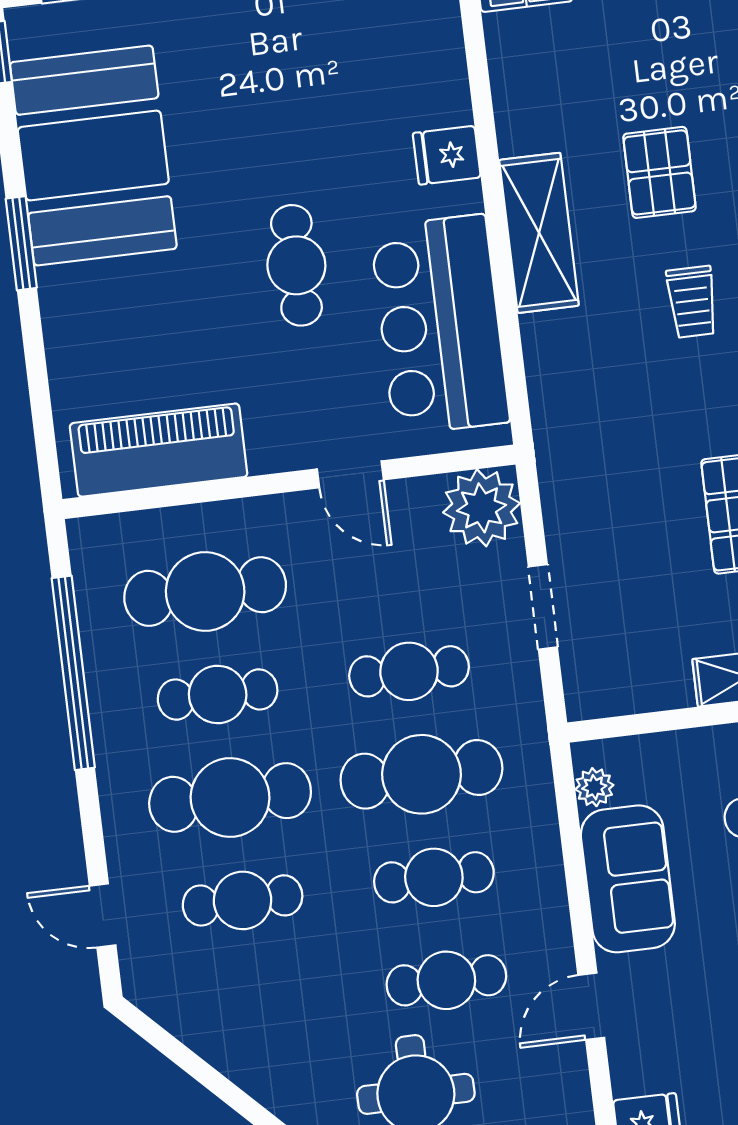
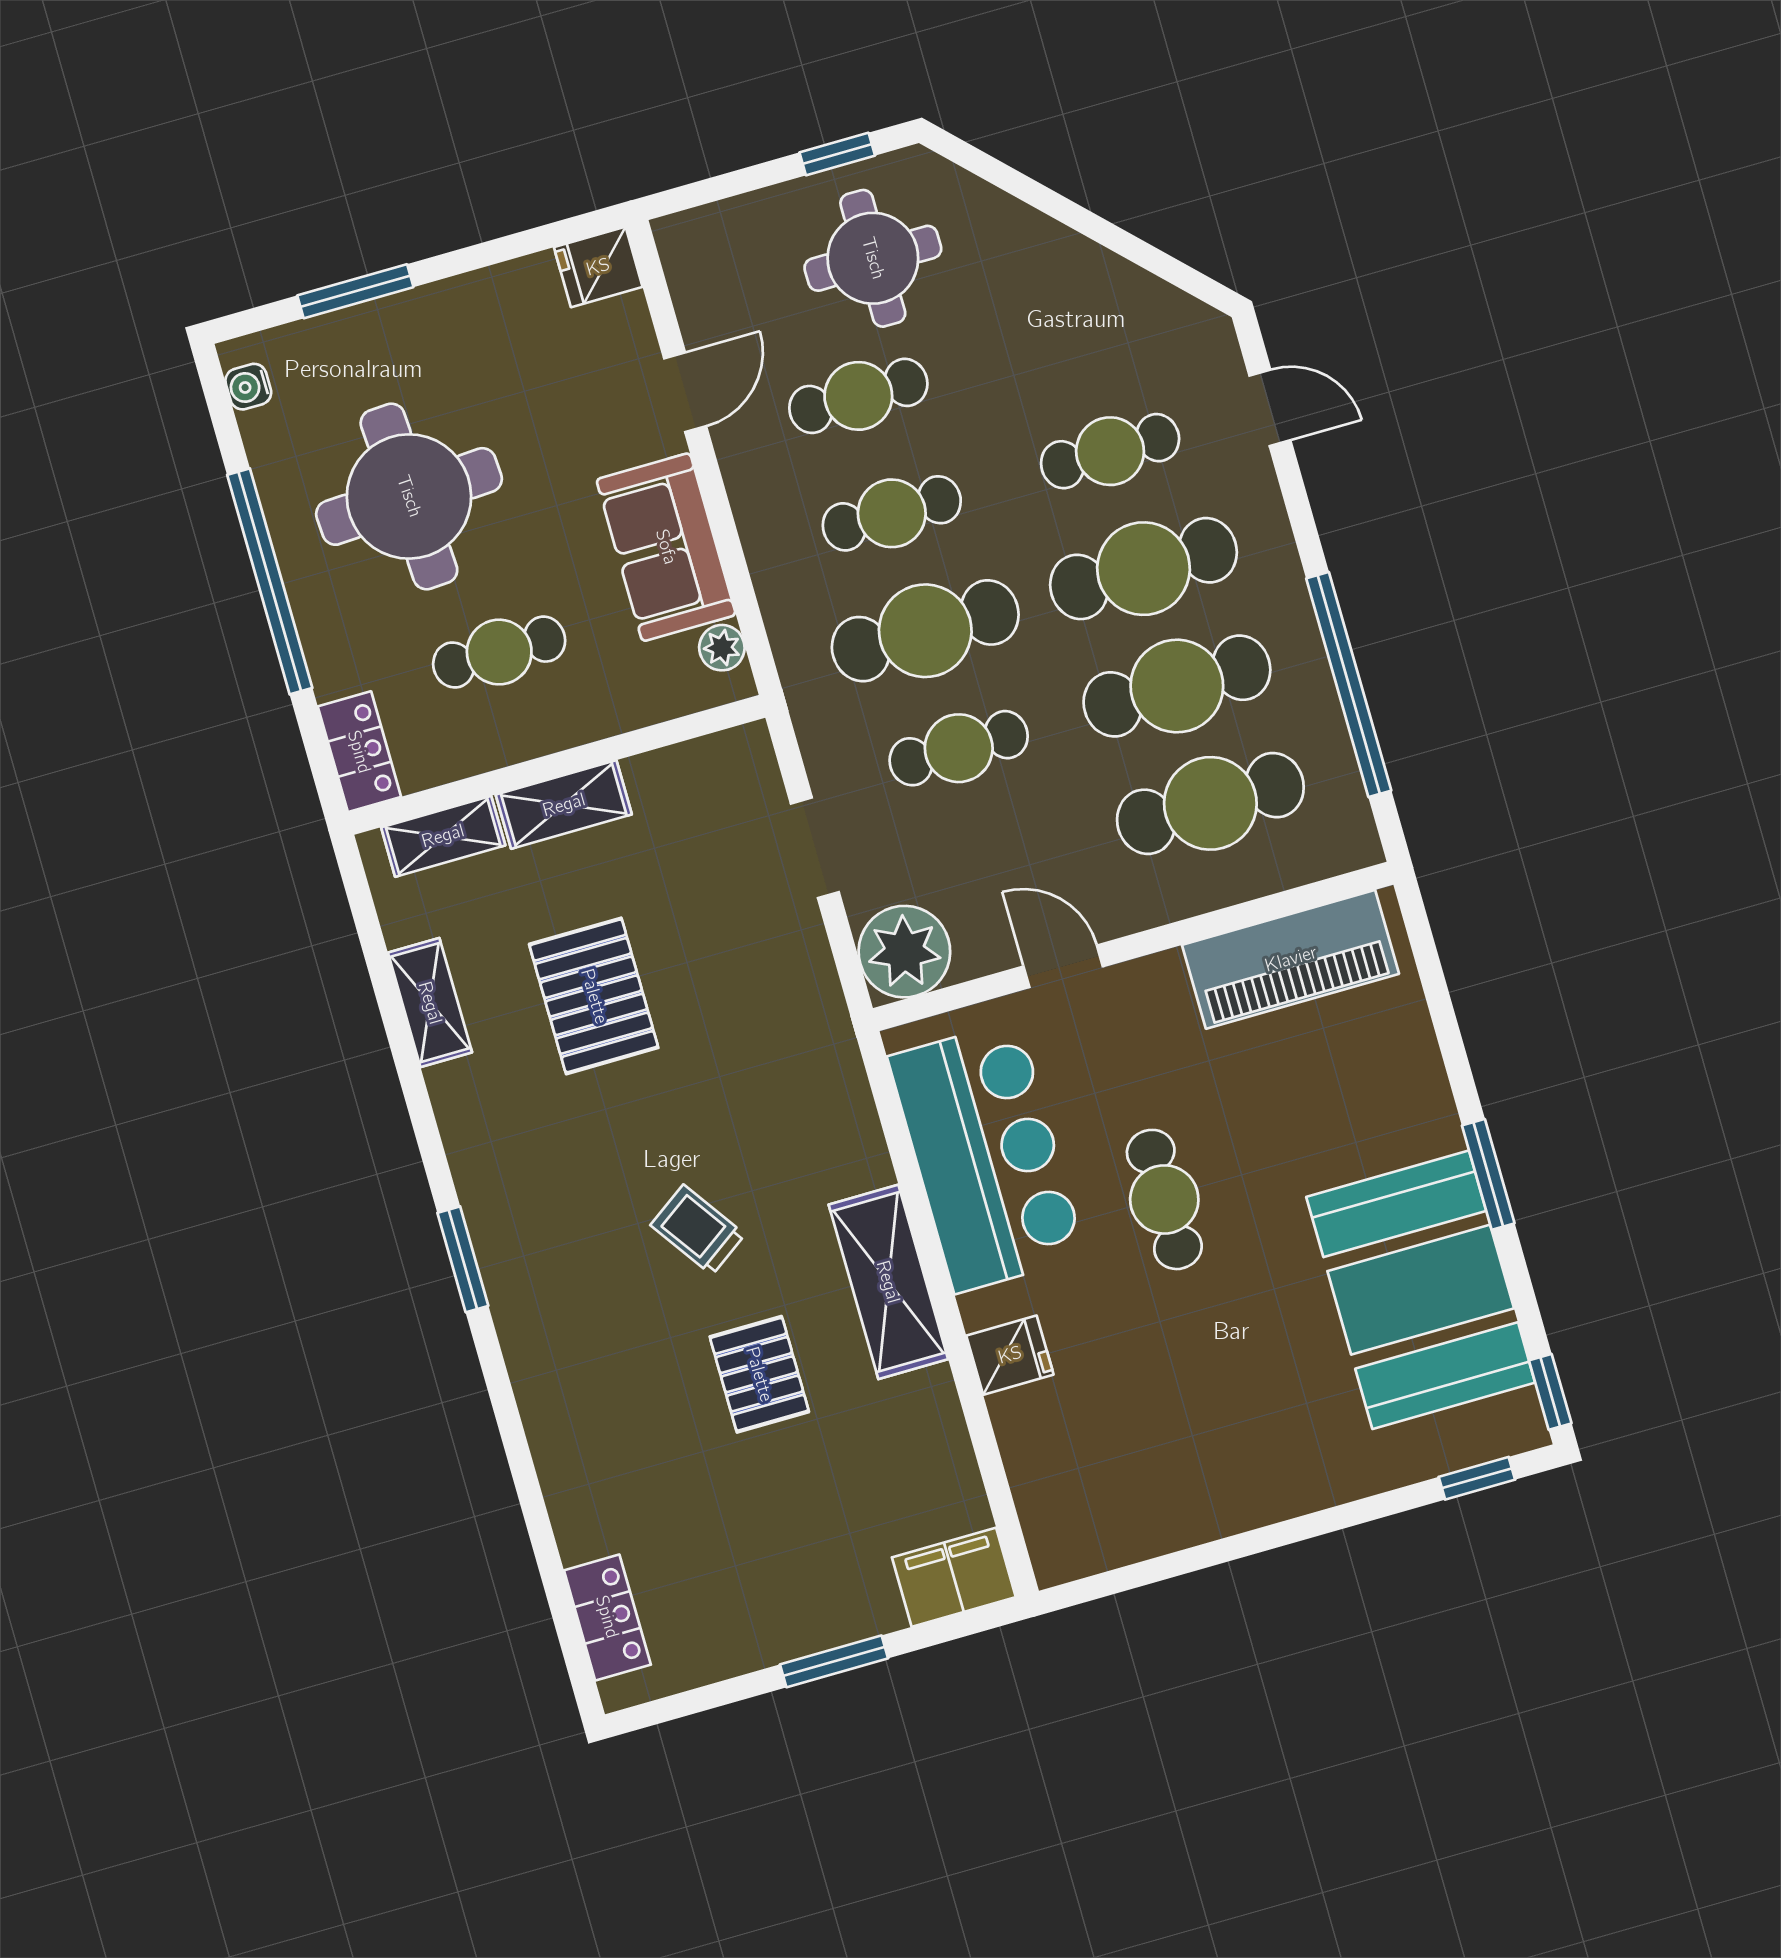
trolley: (692, 302) -> (698, 1230), turned -35
cafe table: (218, 694) -> (1177, 686), width x1.37, depth x1.35

